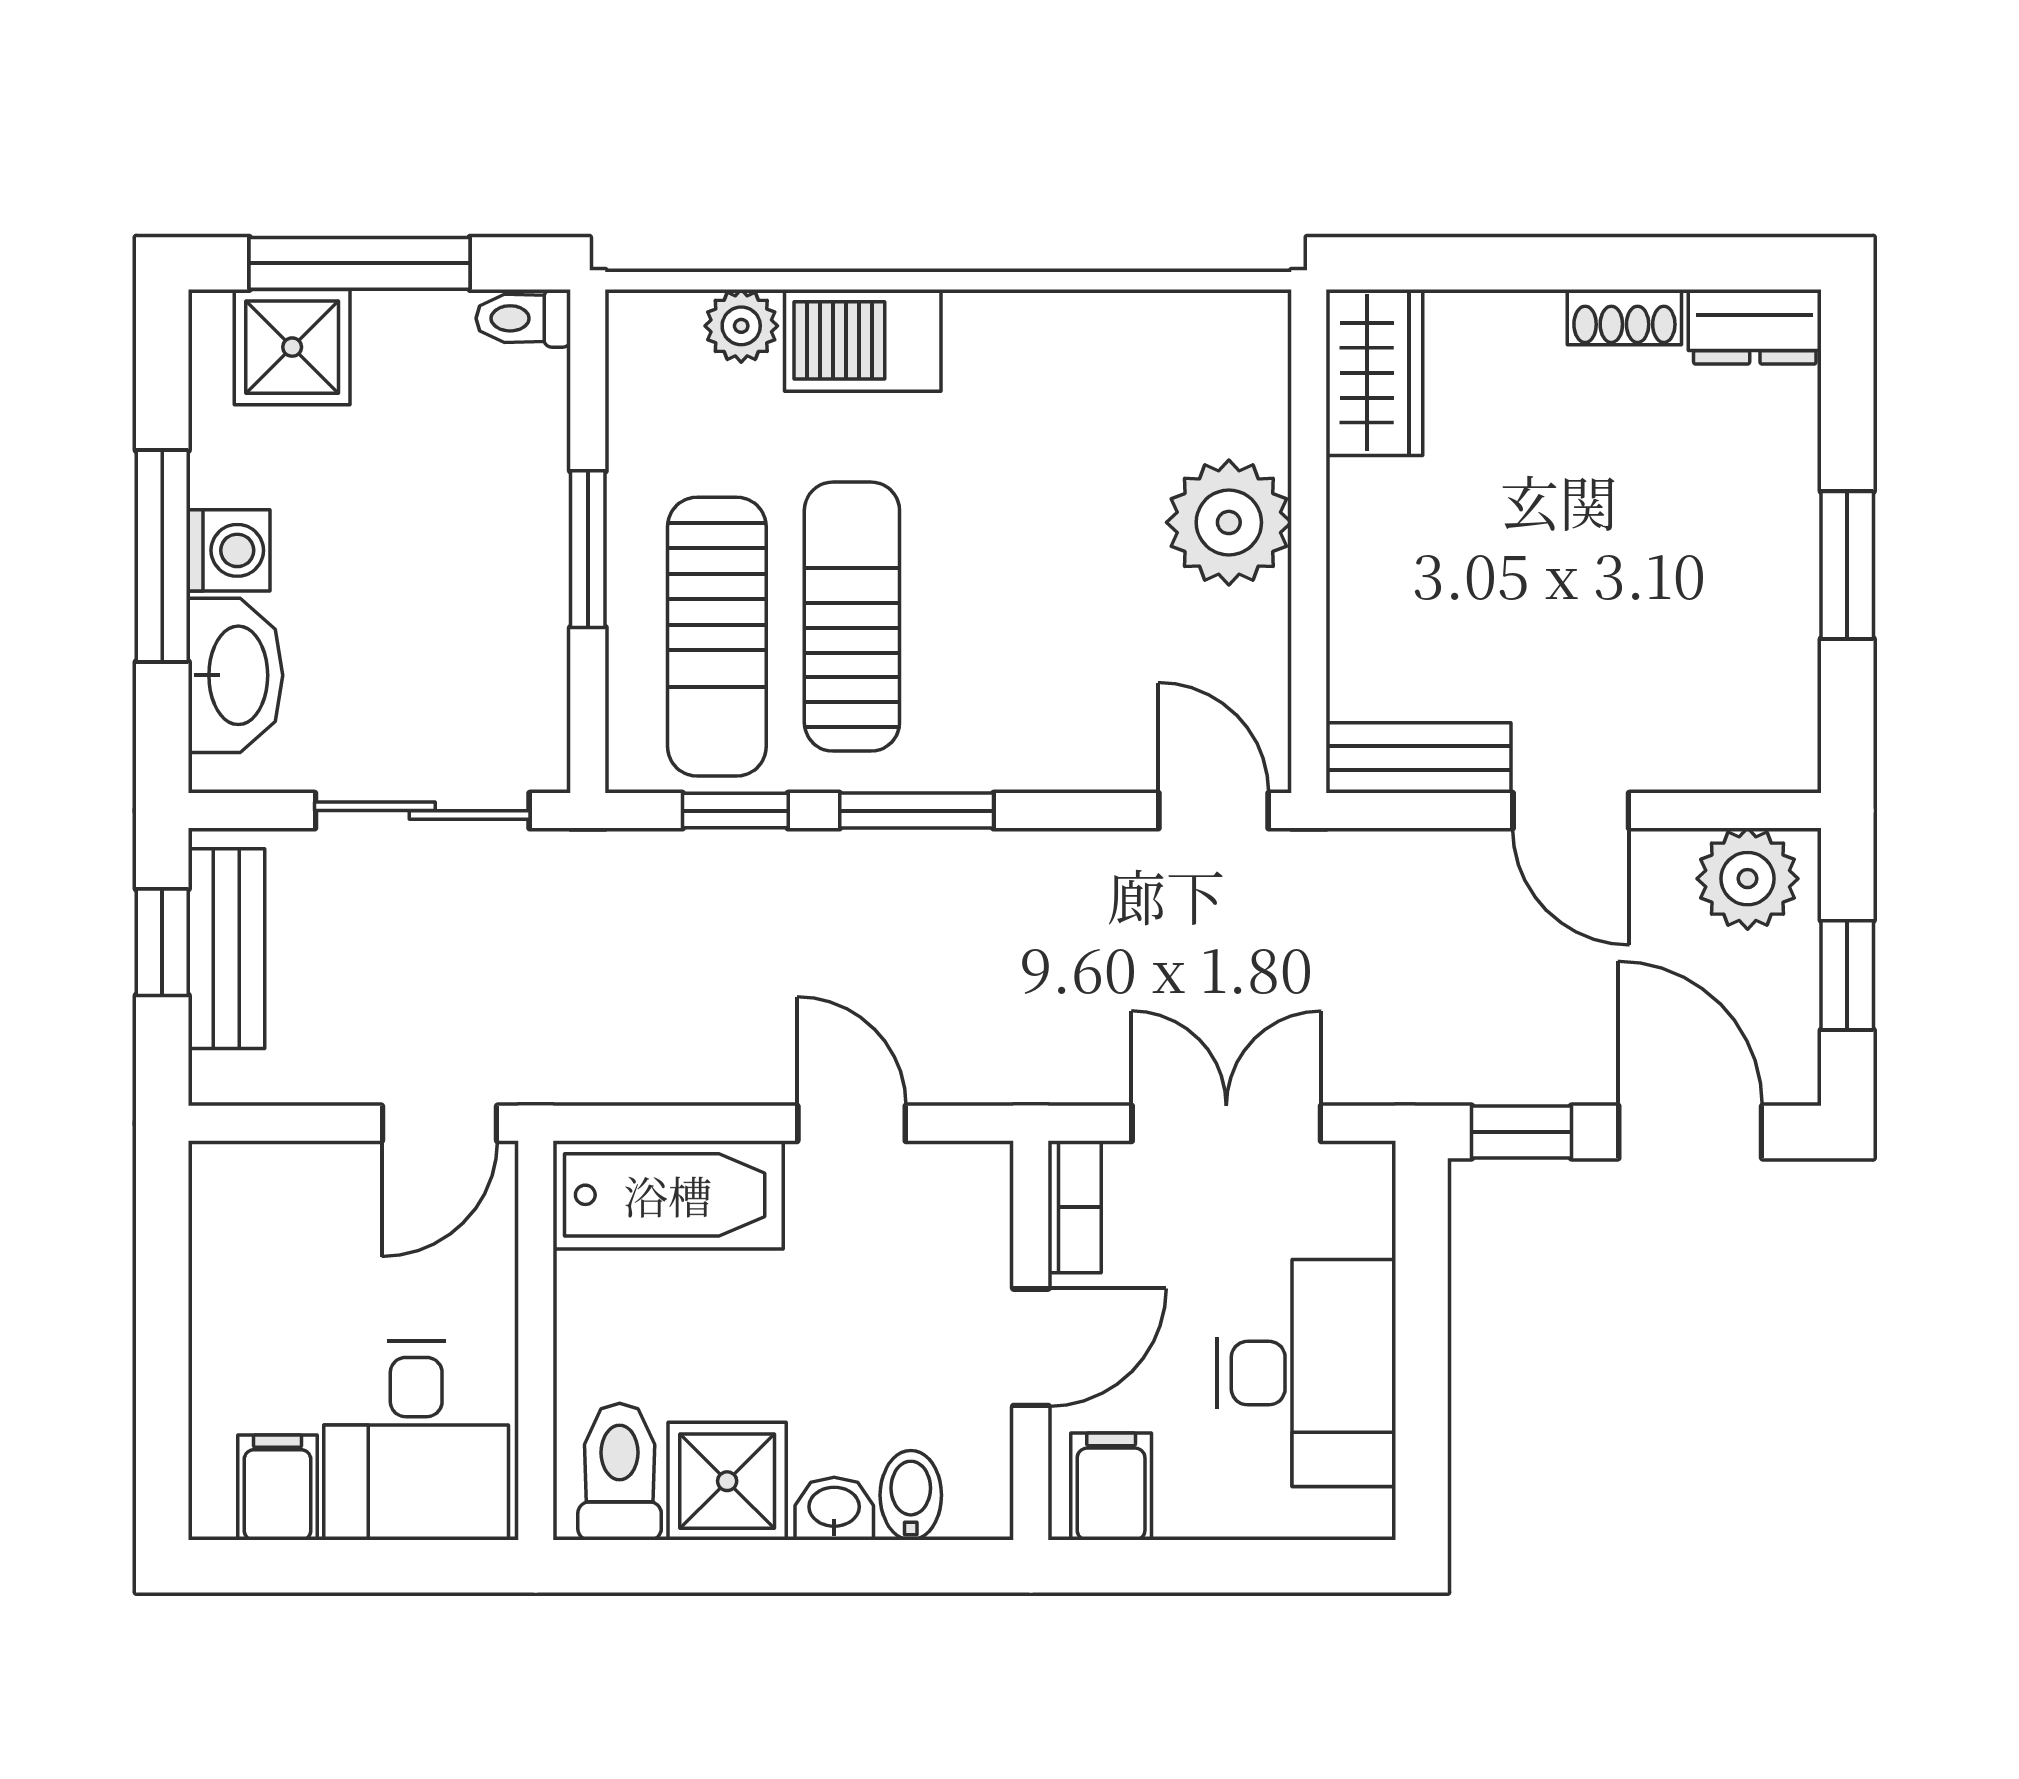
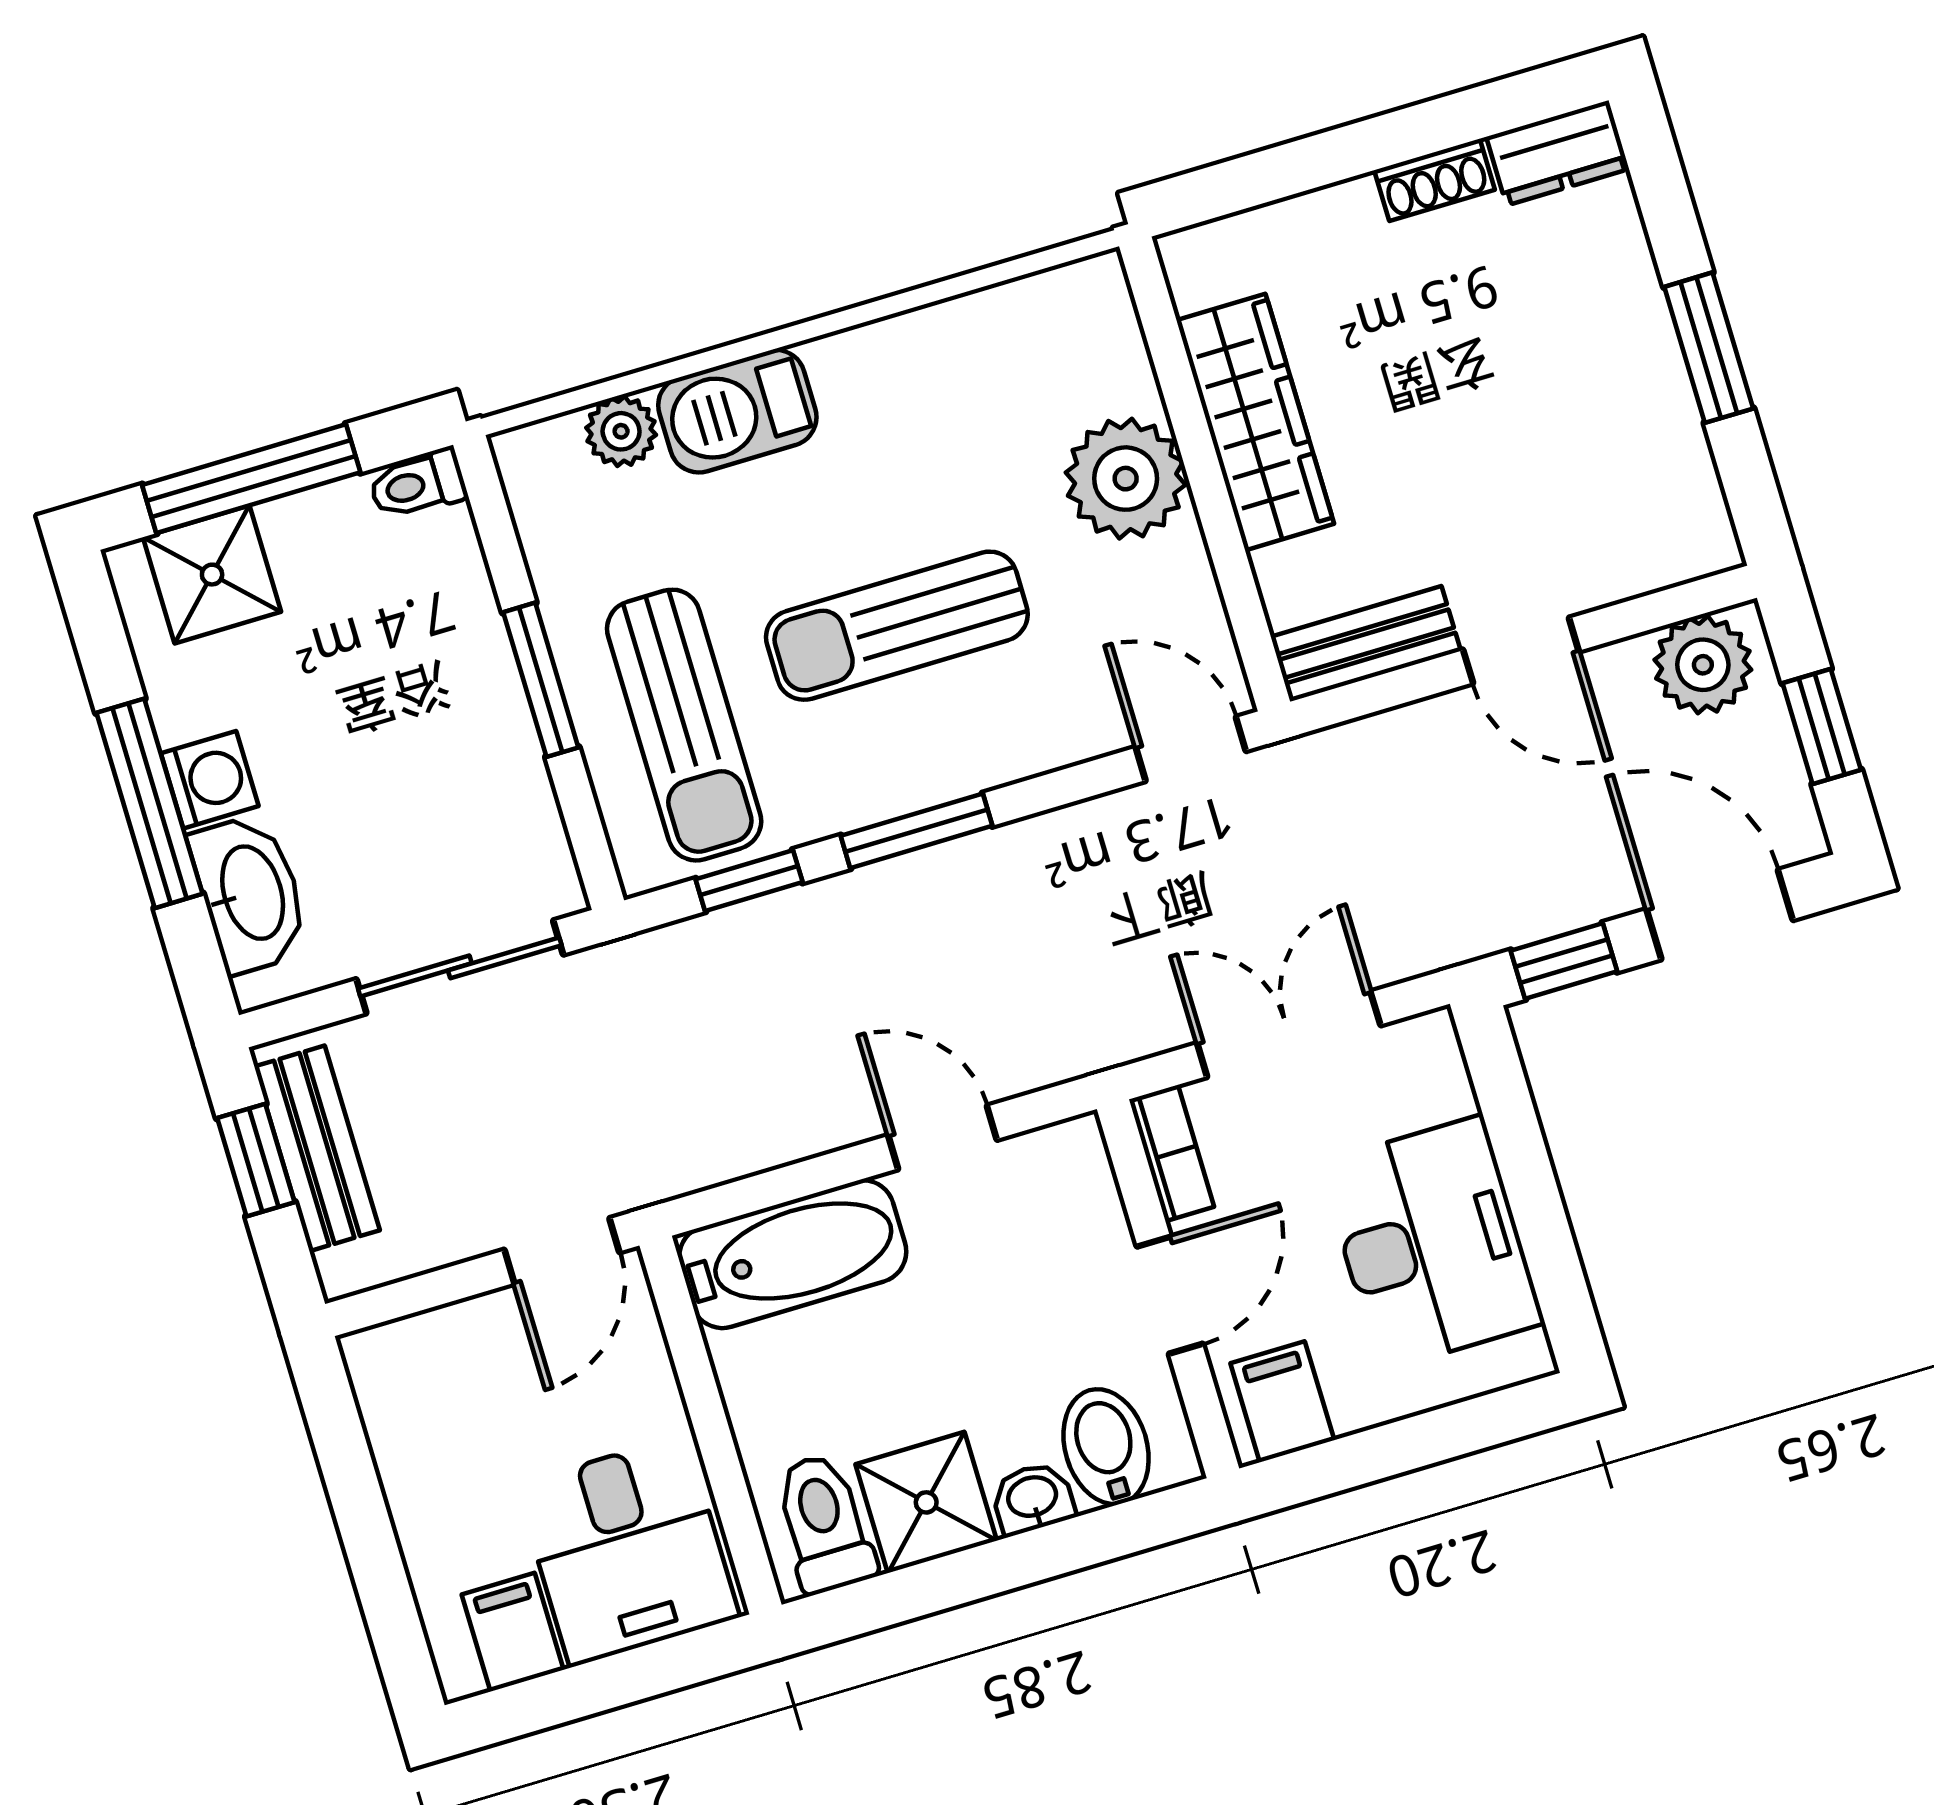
wardrobe: (1374, 373) -> (1255, 422), moved, width x1.50
sun lounger: (852, 617) -> (897, 626), moved, turned -90
bidet: (911, 1495) -> (1106, 1447), width x1.38, depth x1.36

